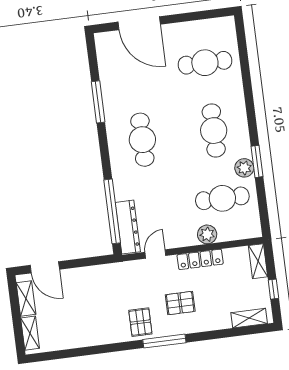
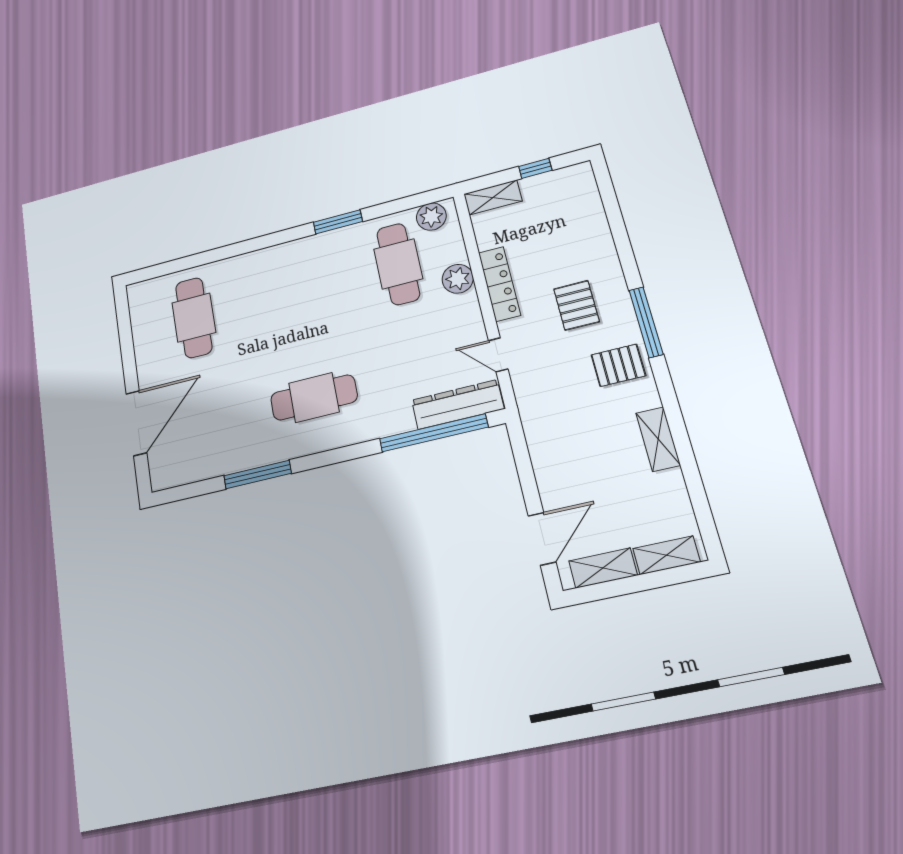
cafe table: (214, 131) -> (294, 291), removed
plant: (244, 168) -> (431, 217), moved
shelving: (249, 318) -> (658, 439), moved

